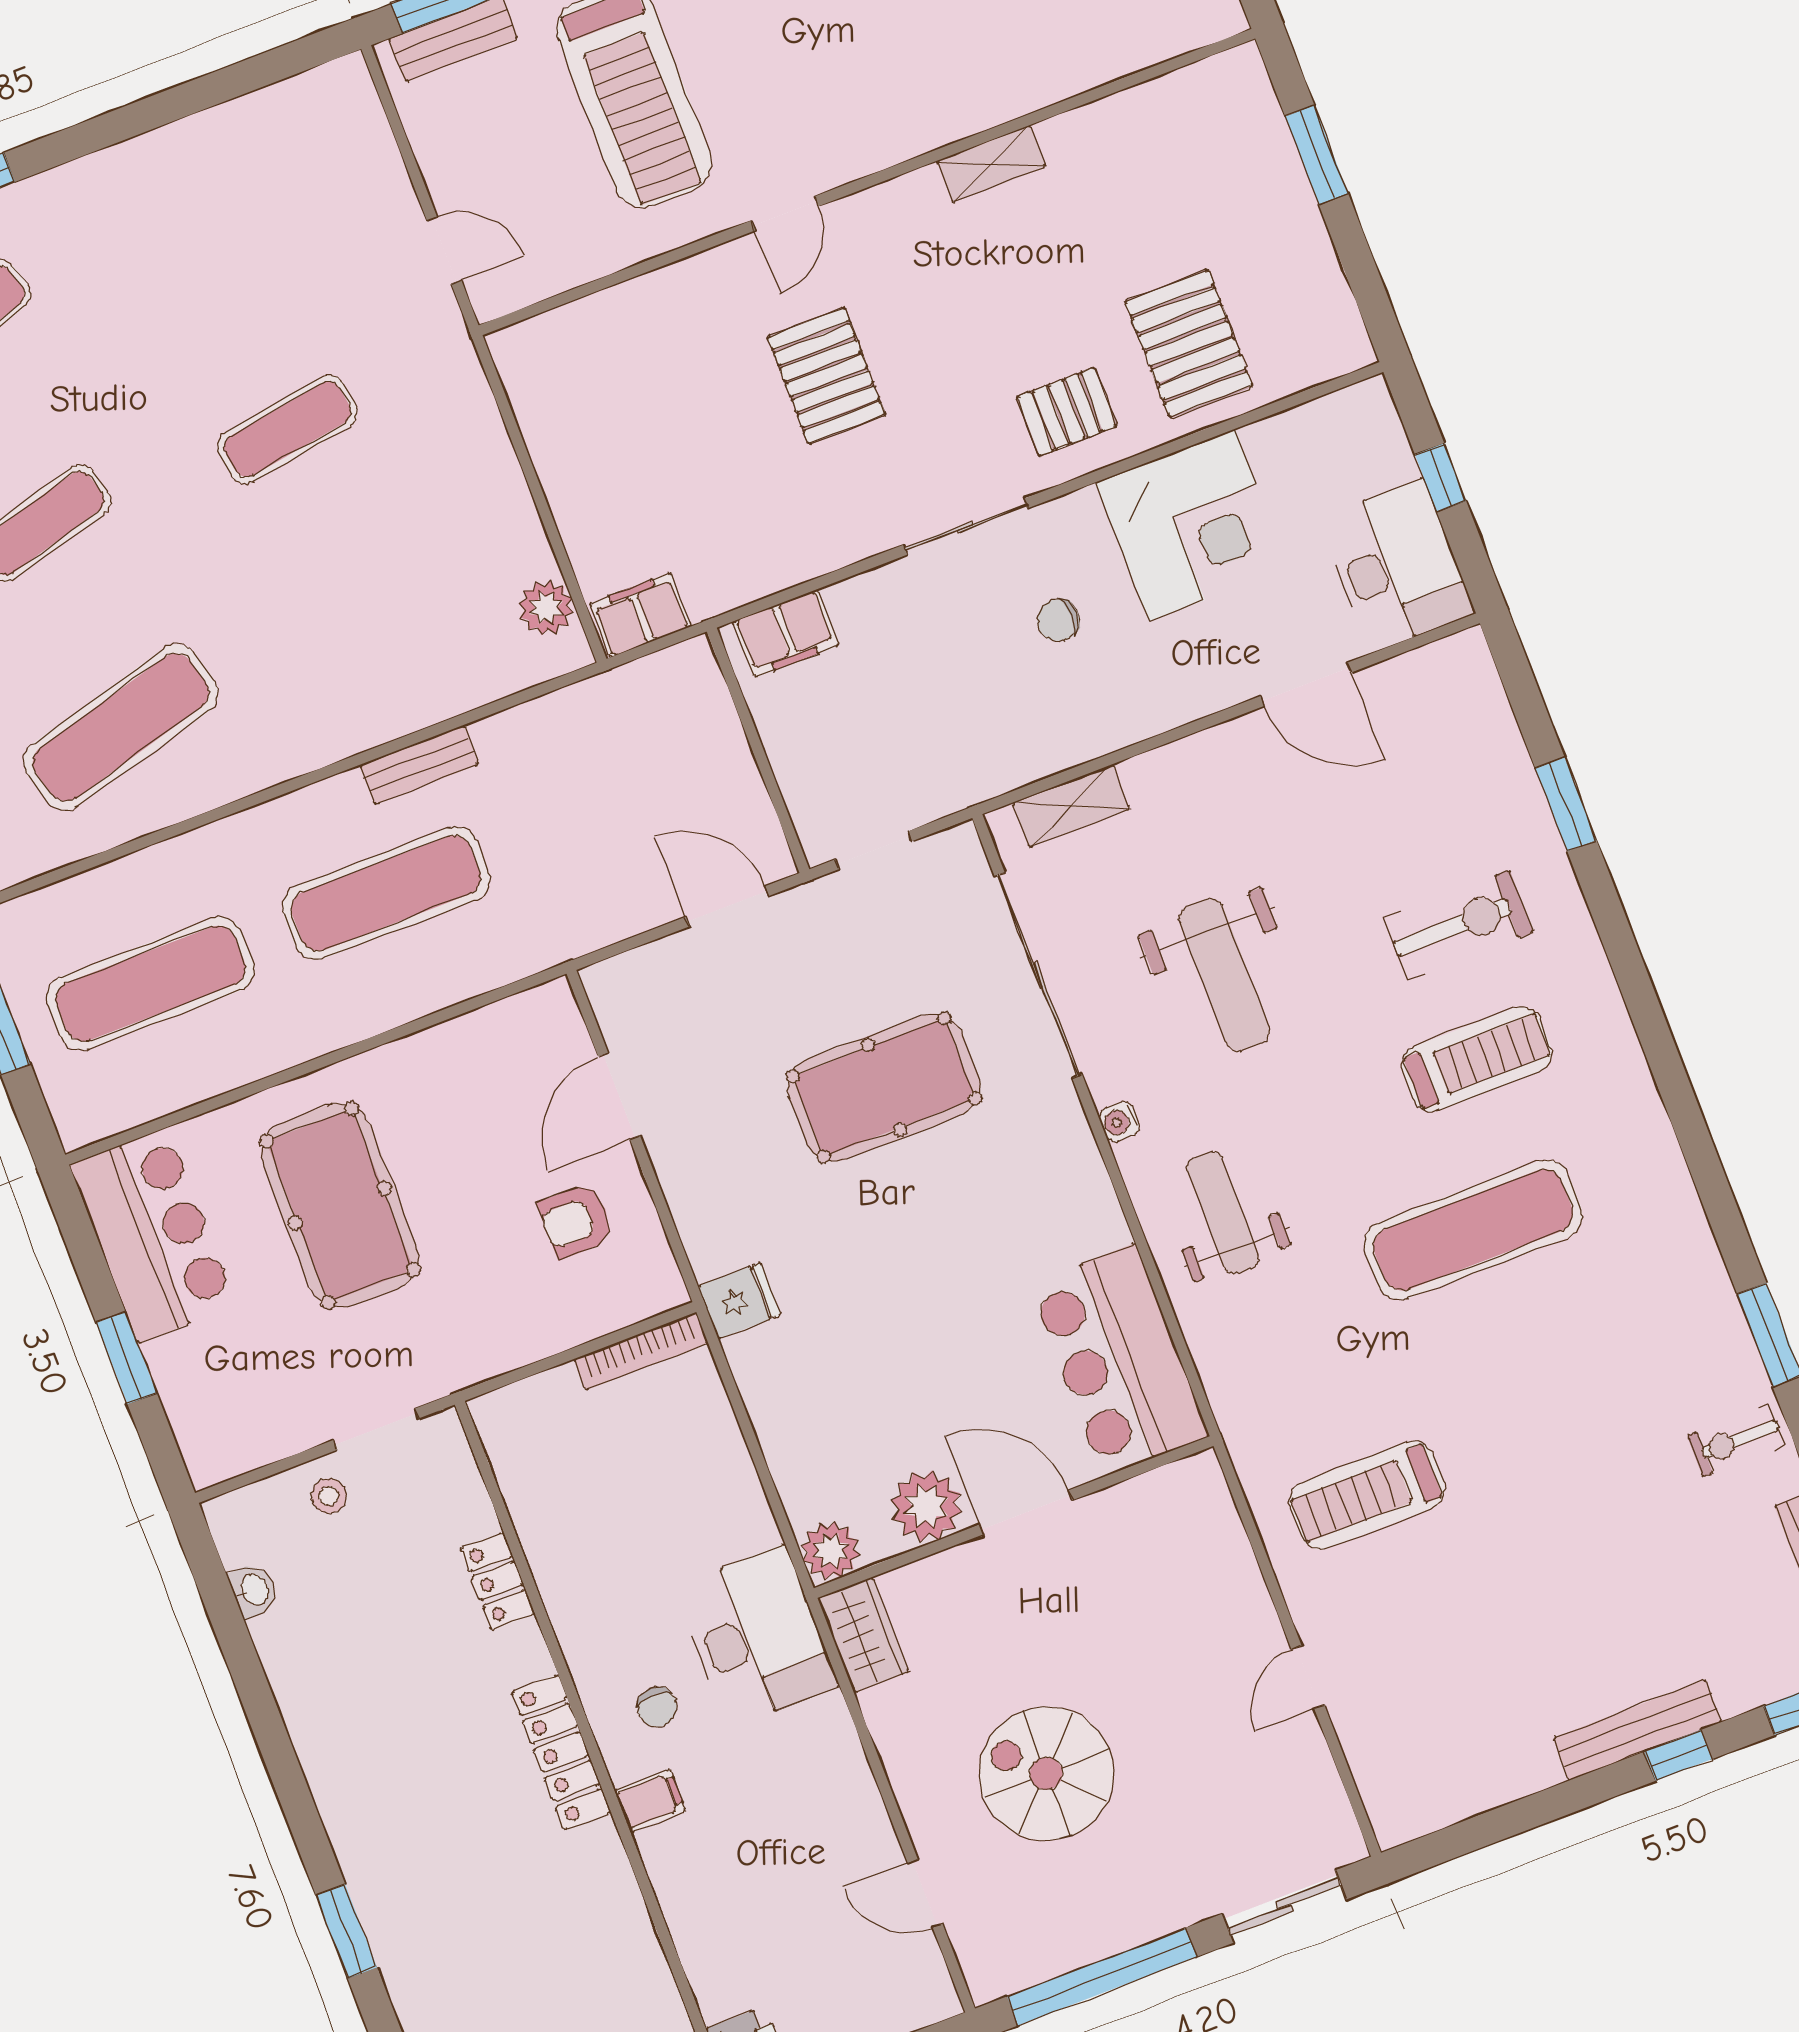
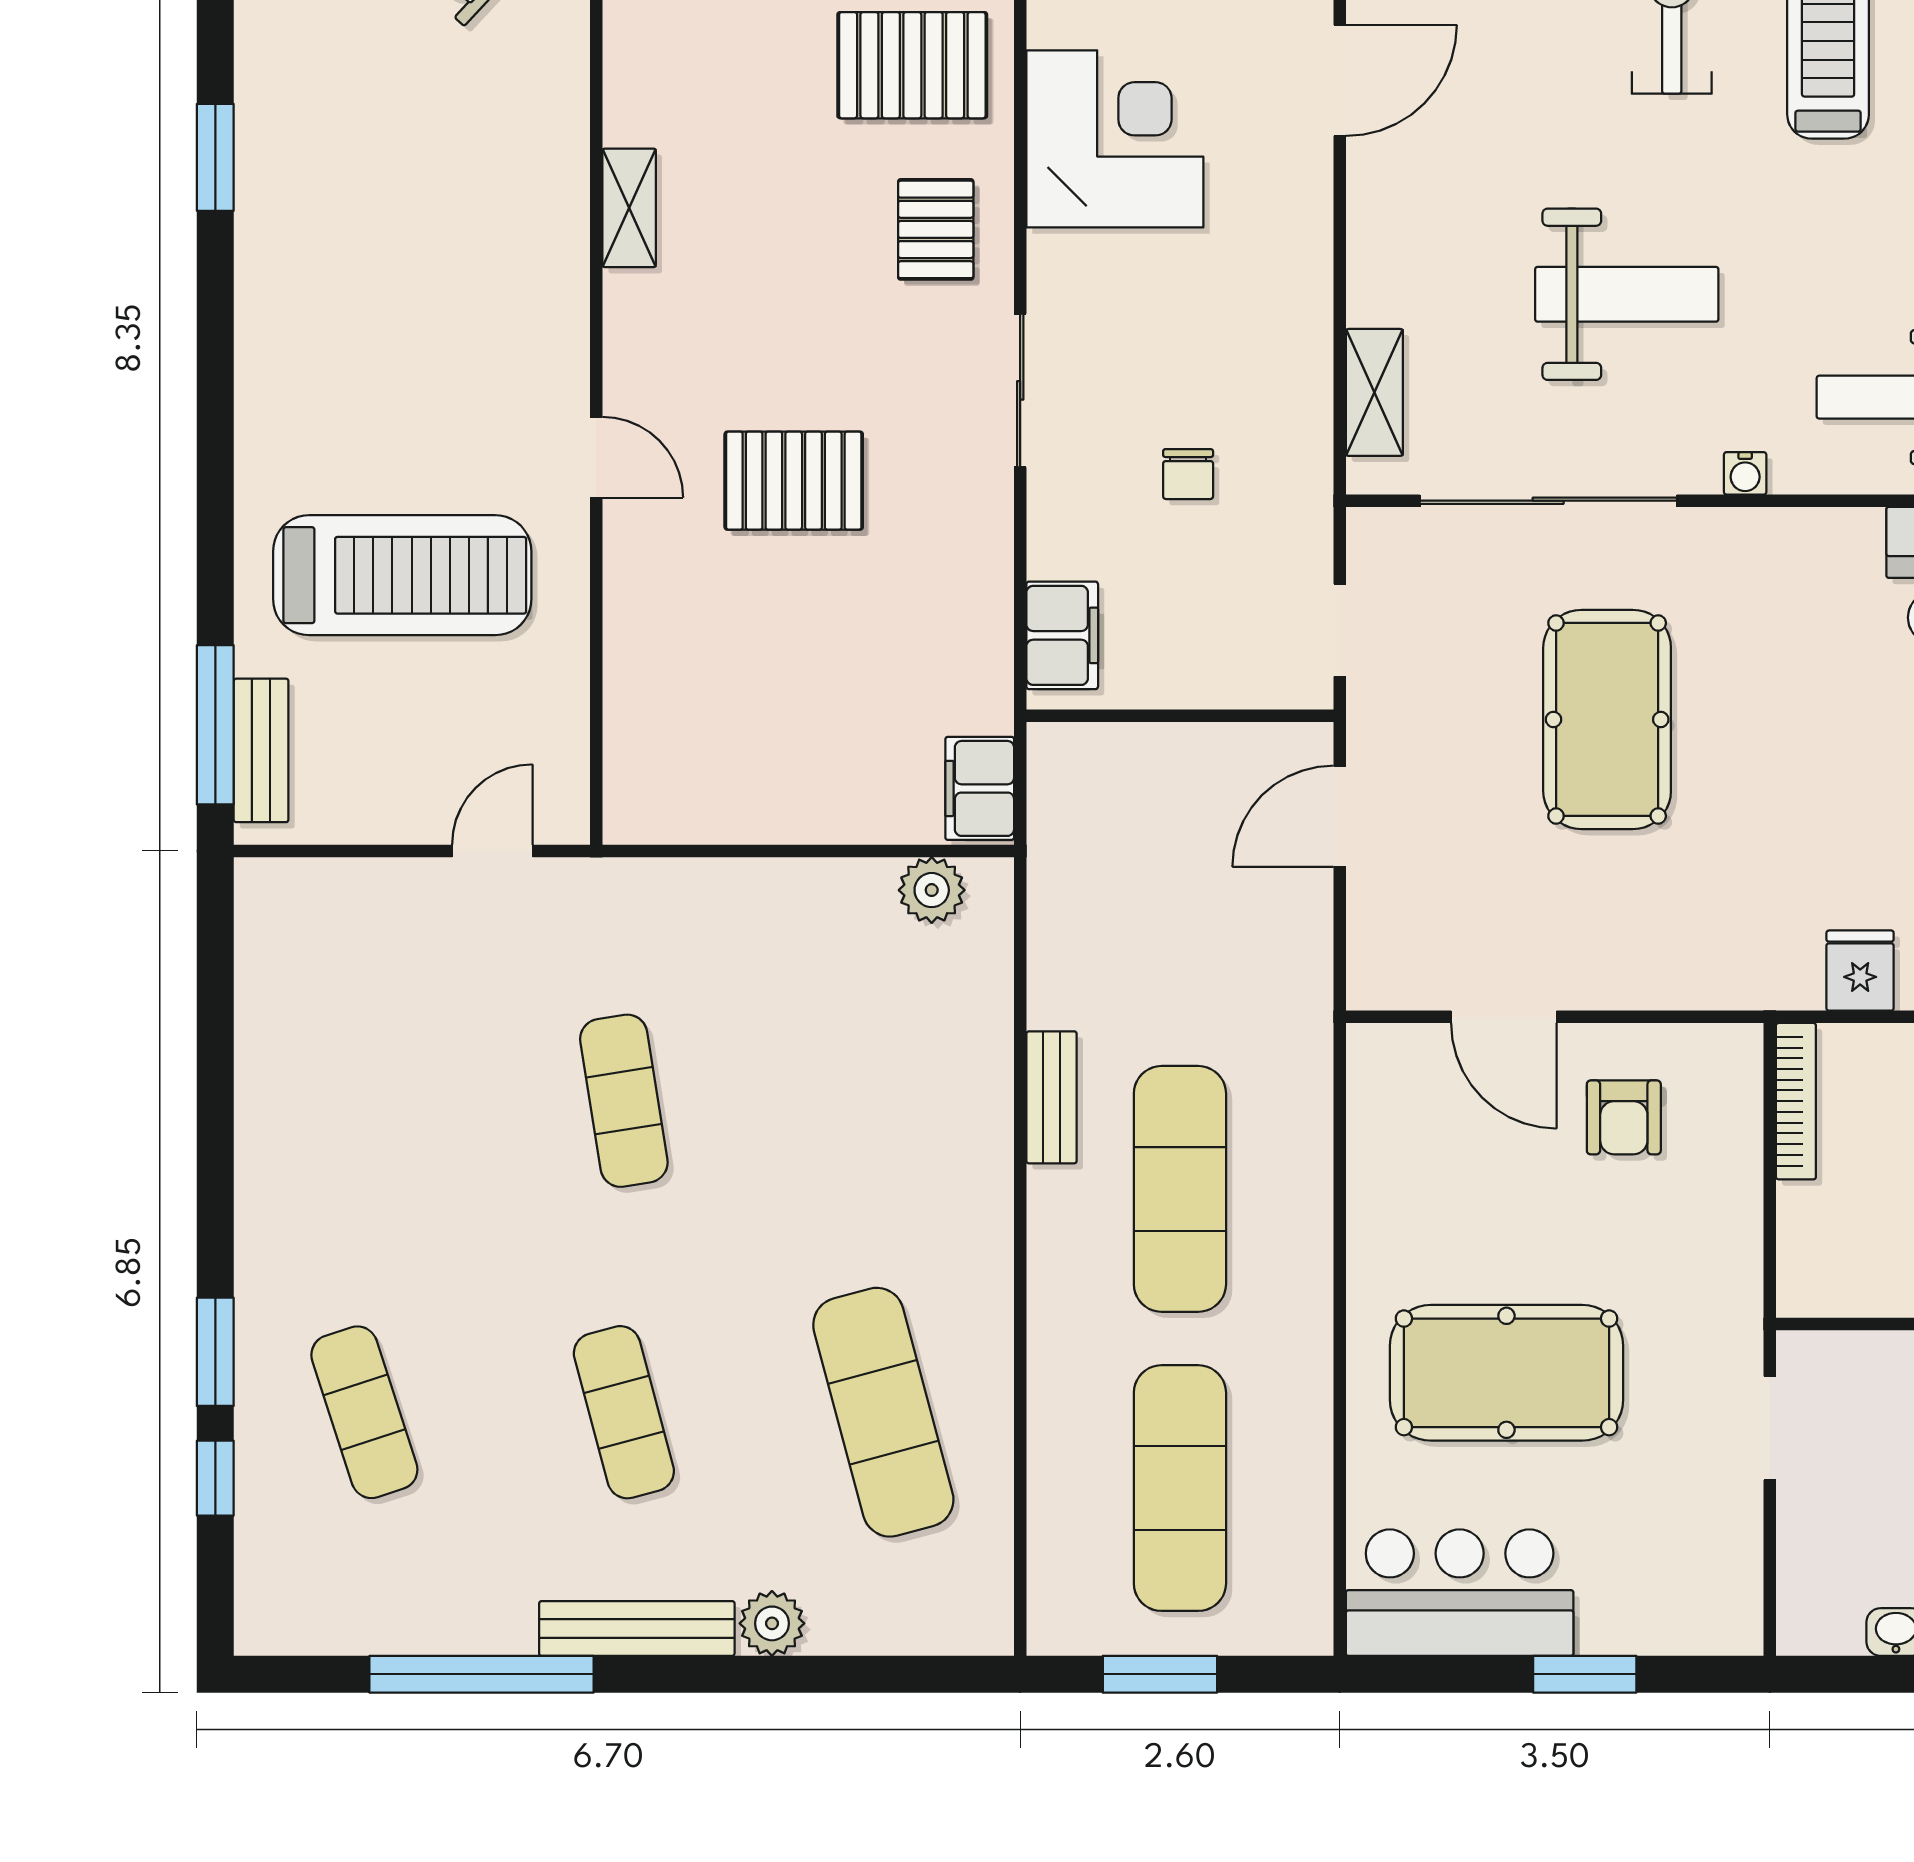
chair: (1058, 620) -> (1188, 474), moved
fridge: (739, 1301) -> (1860, 971), moved
stool: (329, 1496) -> (1824, 1509), removed

